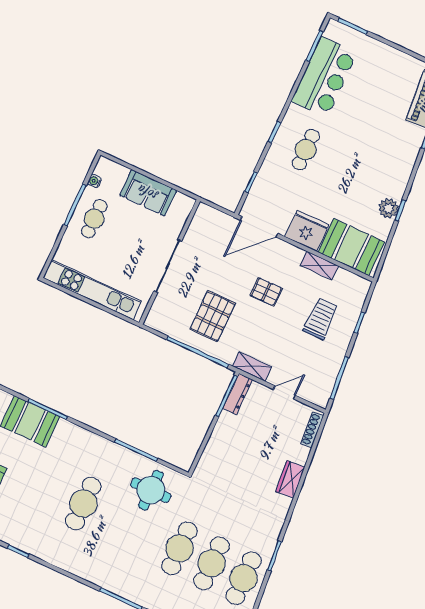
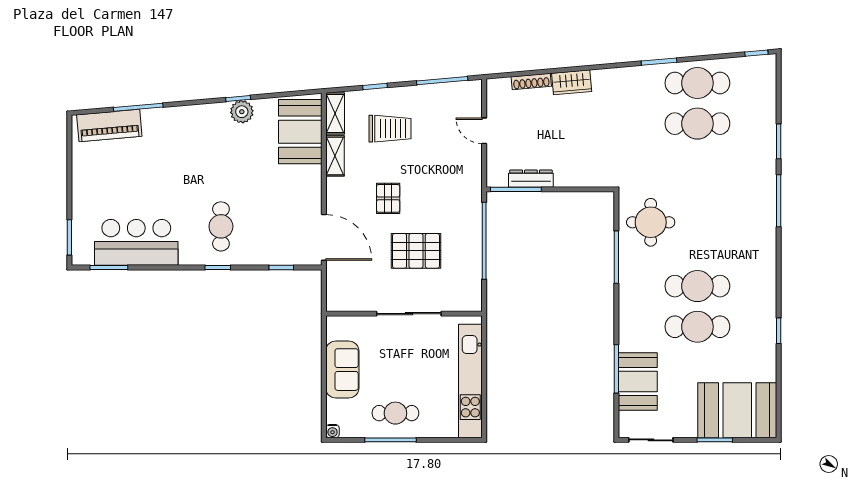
cafe table: (306, 150) -> (221, 226), turned 90
water cooler: (94, 181) -> (333, 431), moved
fridge: (307, 231) -> (305, 186), removed
pallet: (213, 316) -> (416, 251), moved
trolley: (321, 319) -> (390, 129), turned 180
shelving: (252, 367) -> (335, 114), moved
dresser: (238, 394) -> (531, 179), moved
shoe rack: (312, 430) -> (531, 81), moved
cafe table: (179, 548) -> (697, 327), moved

